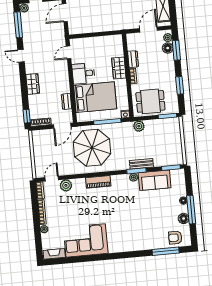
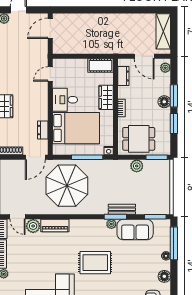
door: (148, 29) -> (144, 56), swing flipped
cot: (111, 41) -> (101, 66), added
floor lamp: (168, 48) -> (164, 102), moved
window: (176, 50) -> (174, 96), moved
dresser: (133, 59) -> (123, 76), moved
plant: (139, 126) -> (137, 166), moved
door: (52, 179) -> (18, 217), swing flipped
piano: (98, 182) -> (55, 225), moved
window: (191, 210) -> (174, 243), moved
rug: (123, 212) -> (95, 263), added

